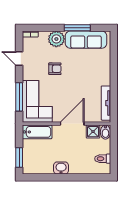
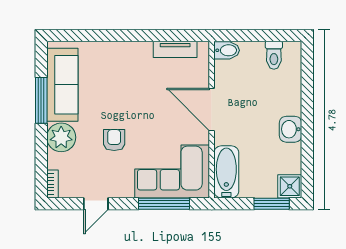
tv unit: (106, 103) -> (175, 49), width x0.71
shower: (93, 132) -> (290, 186), moved

